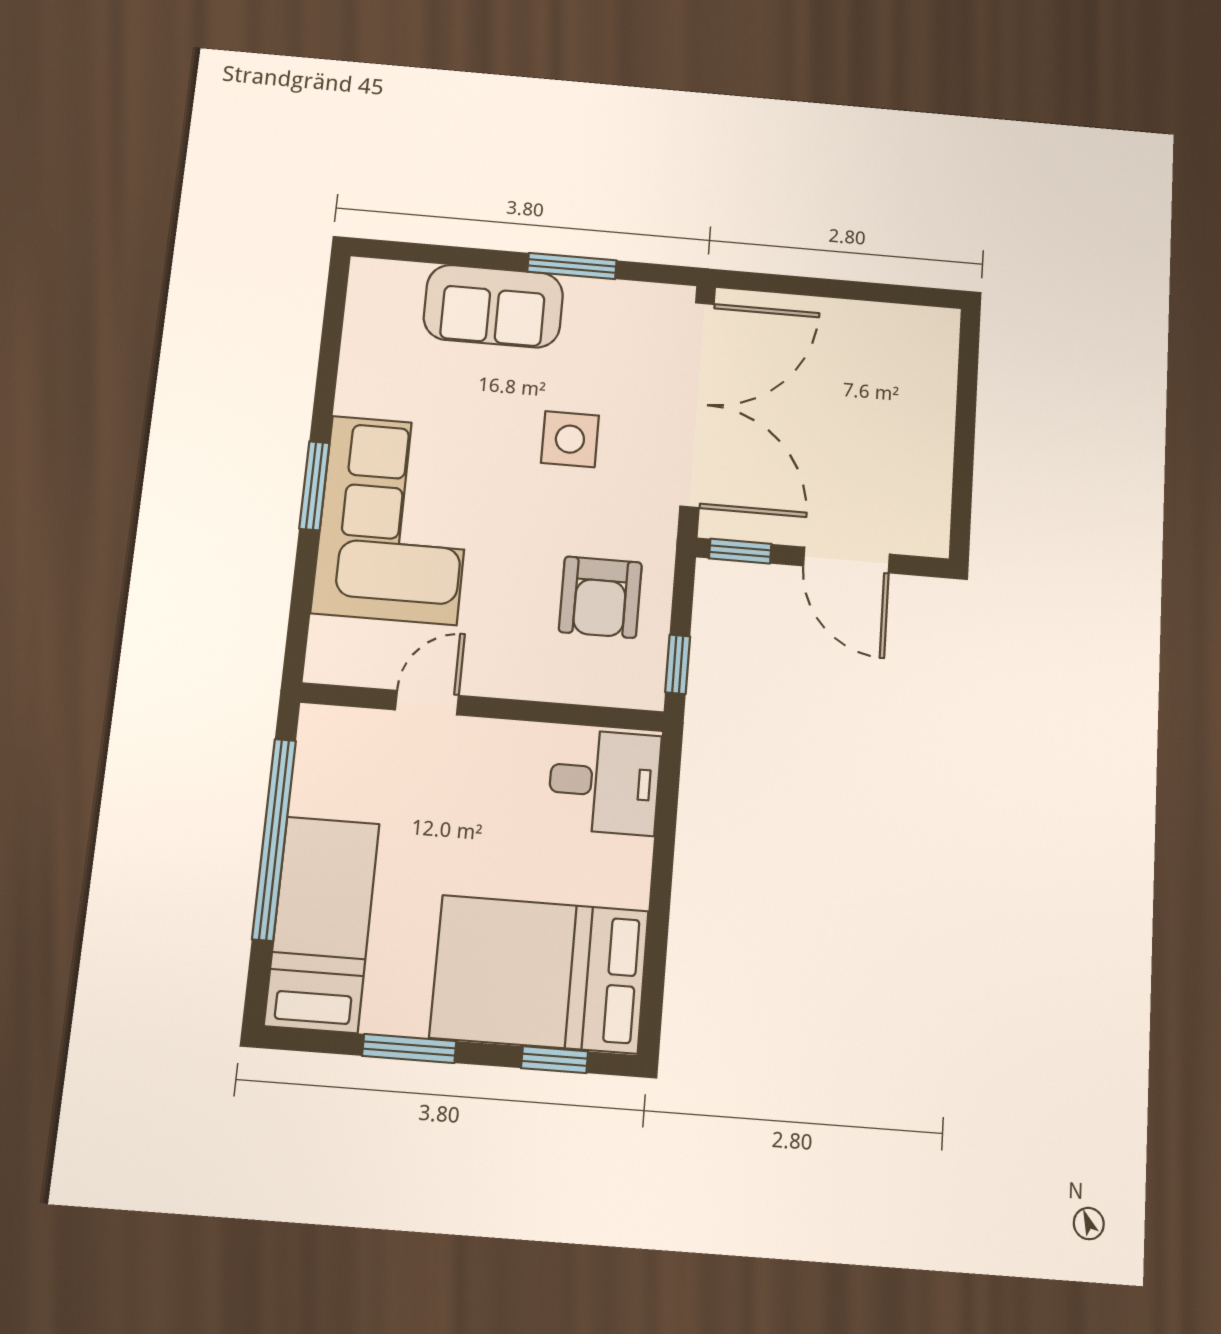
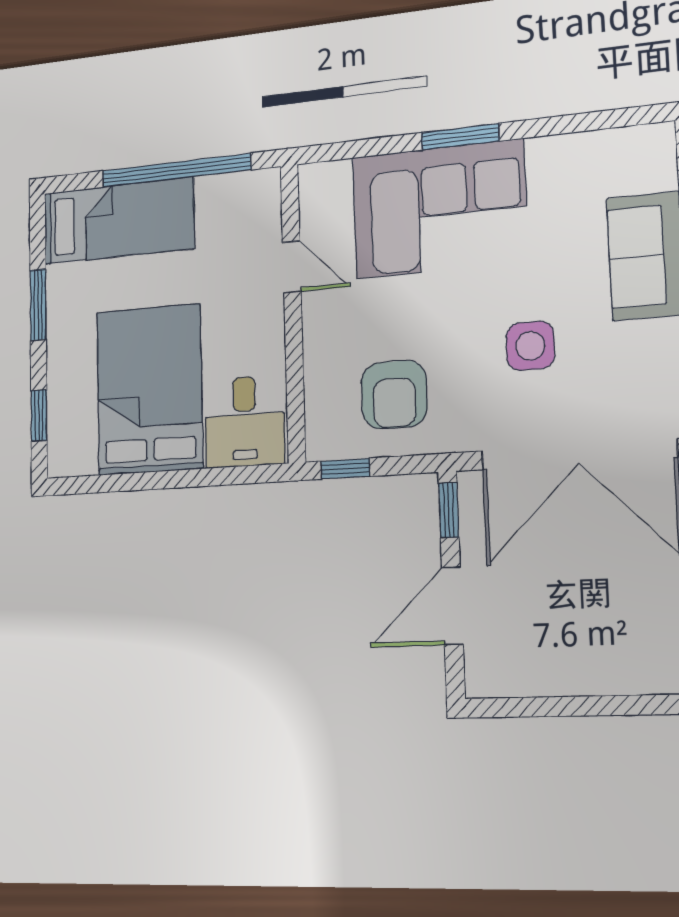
armchair: (600, 597) -> (394, 395), turned -90
bed: (540, 974) -> (150, 390), moved

